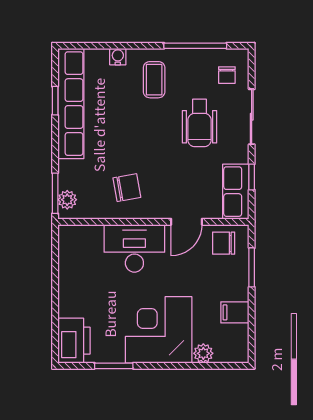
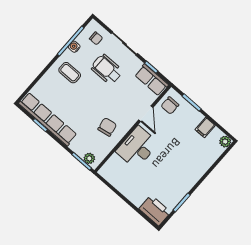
water cooler: (118, 57) -> (74, 47), moved
wheelchair: (199, 123) -> (107, 69), turned 180
corner desk: (159, 330) -> (183, 168), removed
plant: (203, 353) -> (225, 142), moved

